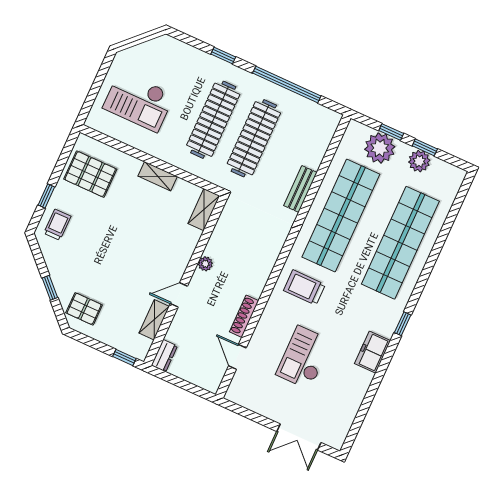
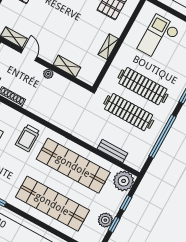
plant: (380, 148) -> (124, 181), moved
bench: (300, 189) -> (112, 151), moved
shelving: (204, 210) -> (67, 66), moved
trolley: (304, 288) -> (28, 138), turned 180

